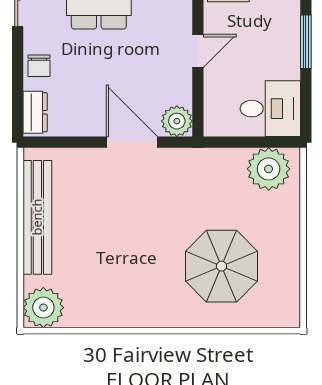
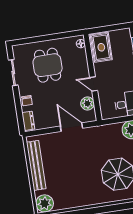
door: (198, 51) -> (94, 84), swing flipped
plant: (177, 121) -> (87, 103), moved

